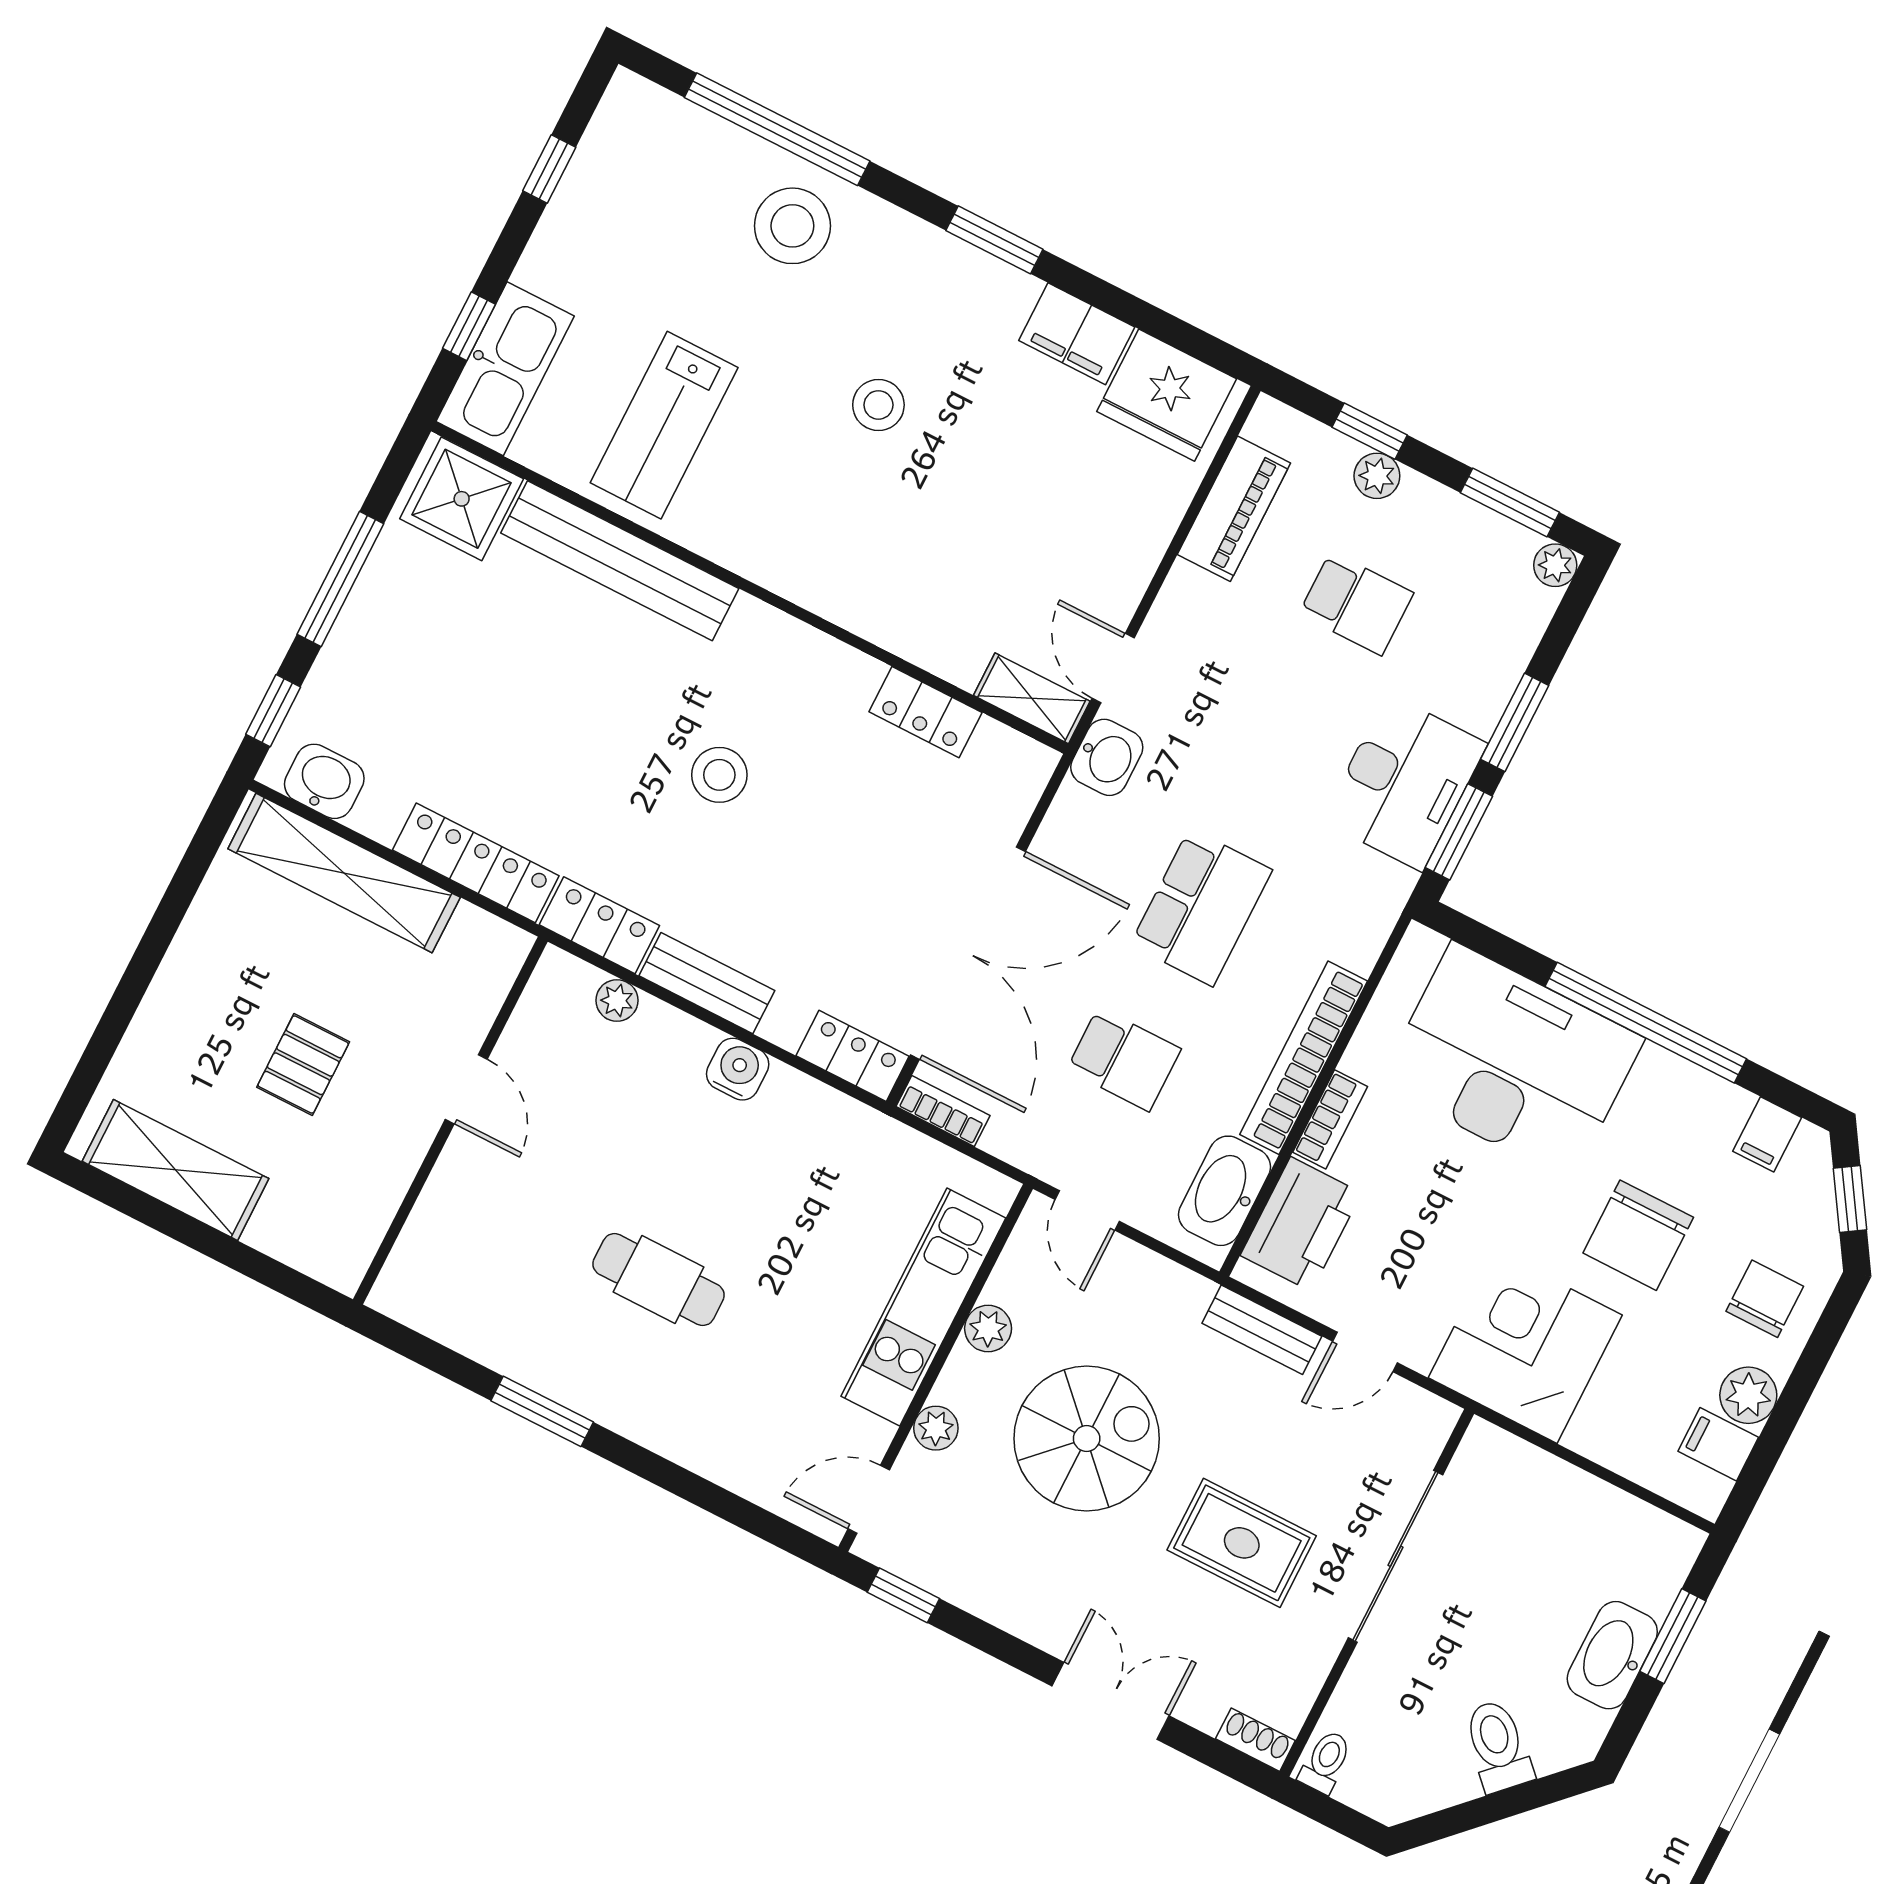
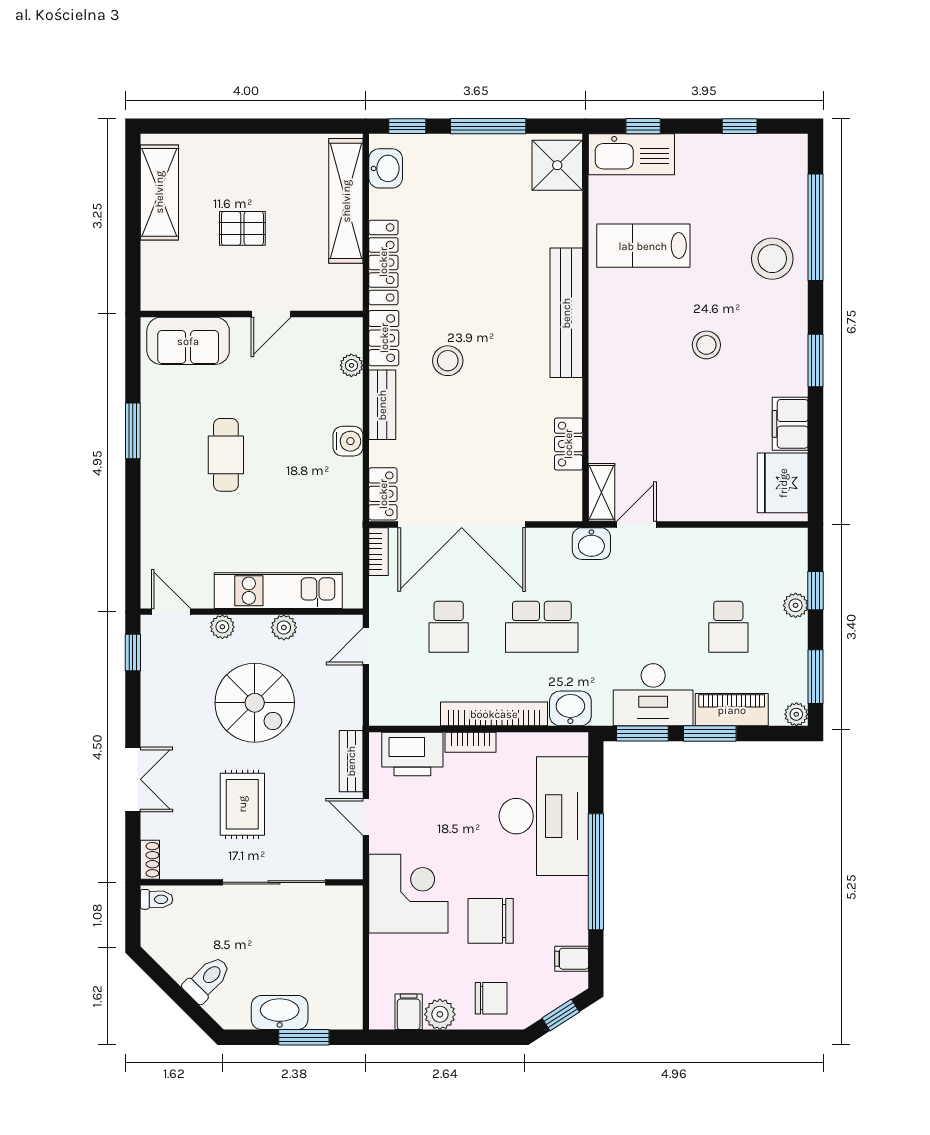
piano: (1234, 509) -> (732, 710), moved, turned 180
bench: (620, 561) -> (566, 313), moved
stool: (719, 775) -> (448, 361), moved
washbasin: (1224, 1191) -> (570, 708), moved, width x0.72
sofa: (441, 1246) -> (188, 341), added

